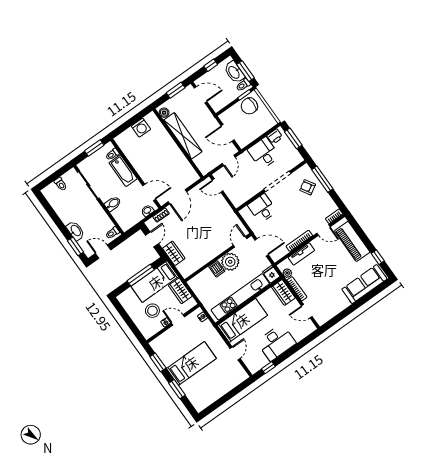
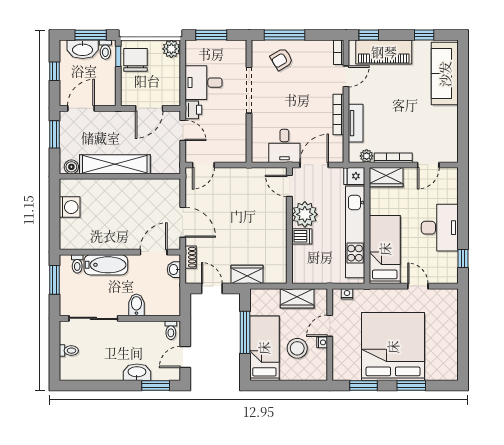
chair: (249, 106) -> (136, 60), turned 180
plant: (270, 122) -> (171, 49), added
printer: (275, 136) -> (193, 110), moved
desk: (262, 208) -> (284, 146), moved, turned -90
window: (356, 226) -> (369, 35), added
bed: (155, 282) -> (264, 348), moved, turned 180
bed: (191, 363) -> (393, 347), width x2.04

